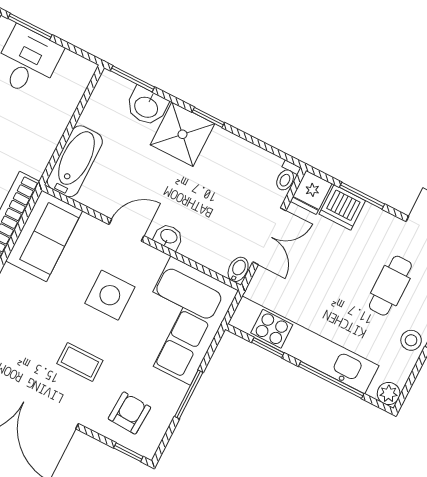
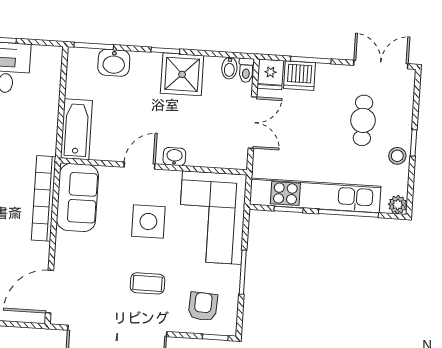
shower: (182, 134) -> (182, 74), moved
bidet: (238, 269) -> (229, 68), moved, turned 180

